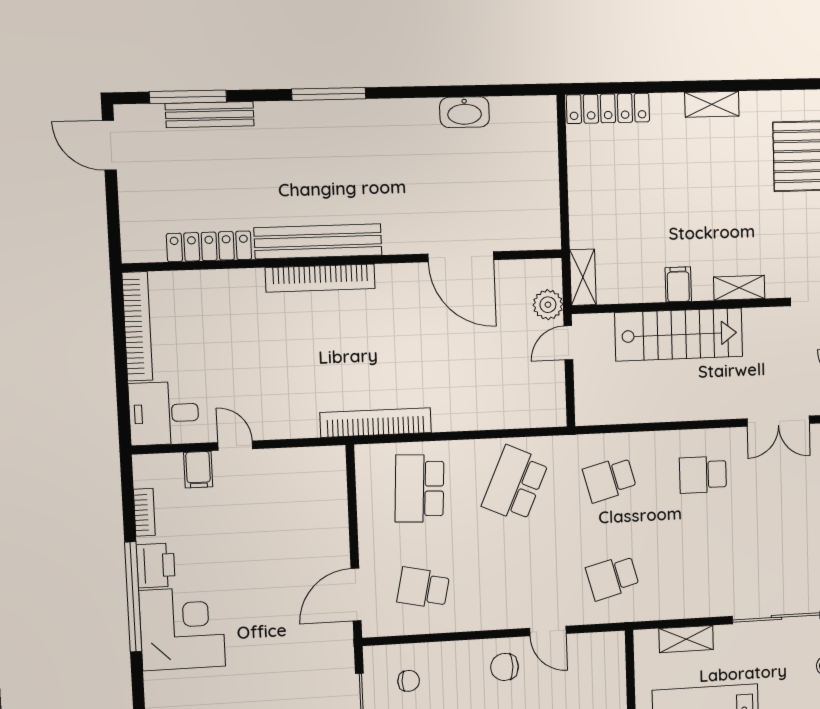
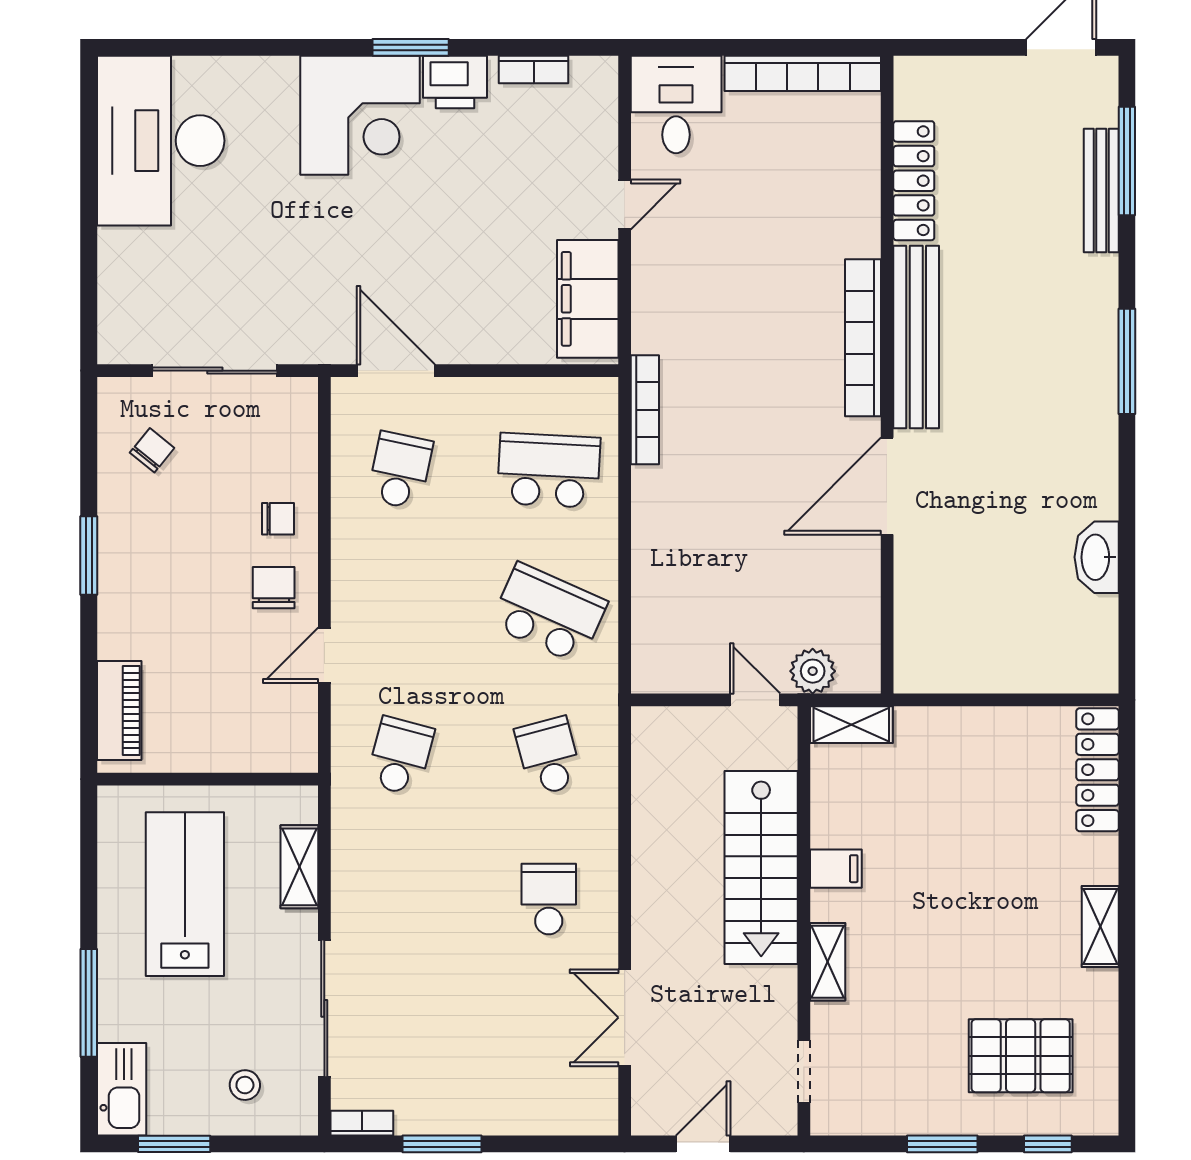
door: (461, 257) -> (887, 486), moved
bookcase: (376, 423) -> (645, 410), width x0.68, depth x0.76
filing cabinet: (198, 470) -> (588, 299), moved, width x3.00, depth x1.17
school desk: (613, 577) -> (400, 756), turned 30
window: (133, 597) -> (411, 47), width x0.47
chair: (409, 681) -> (278, 519), moved, turned -90

